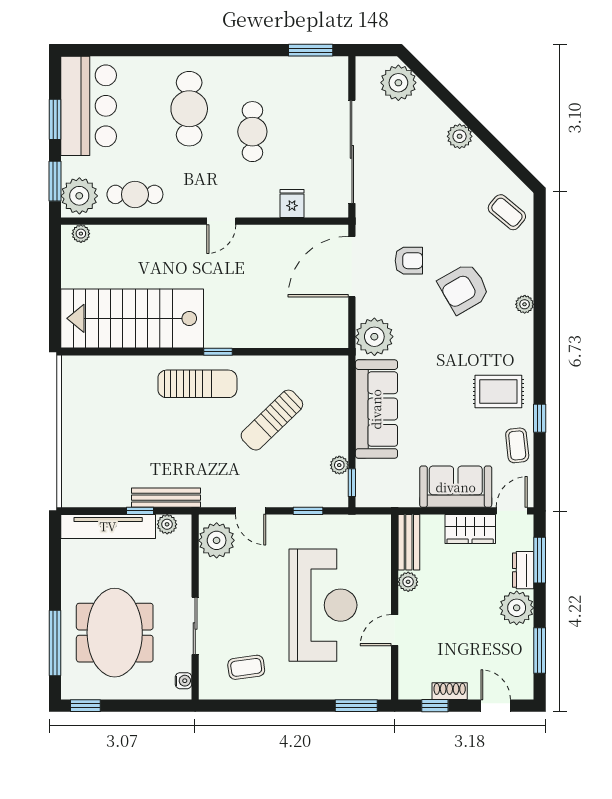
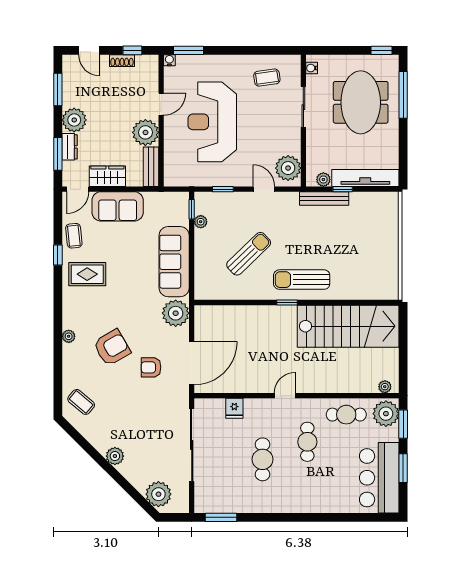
cafe table: (189, 109) -> (307, 442), moved, width x0.73, depth x0.74
plant: (408, 582) -> (145, 132), width x1.88, depth x1.88
water cooler: (383, 692) -> (169, 60), added

